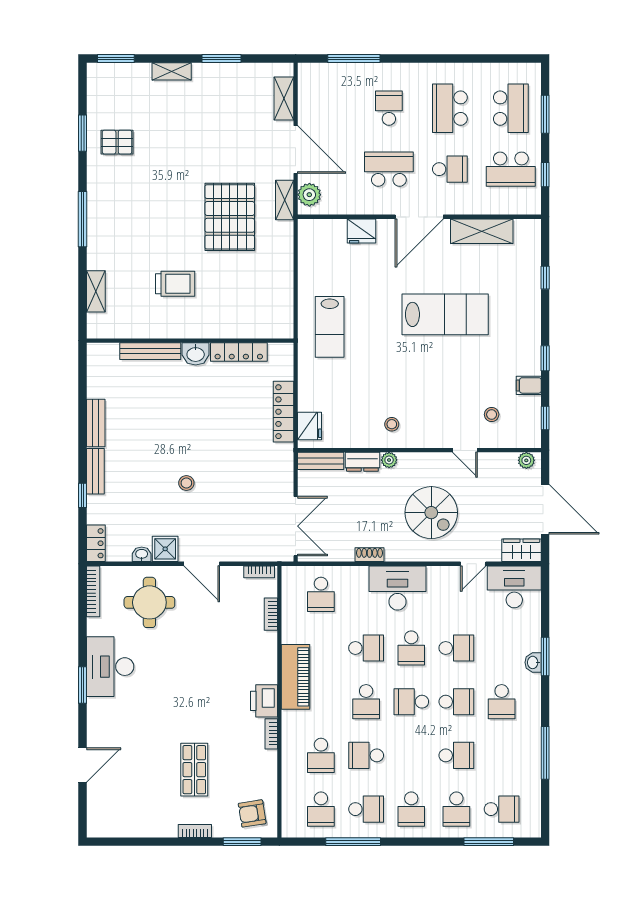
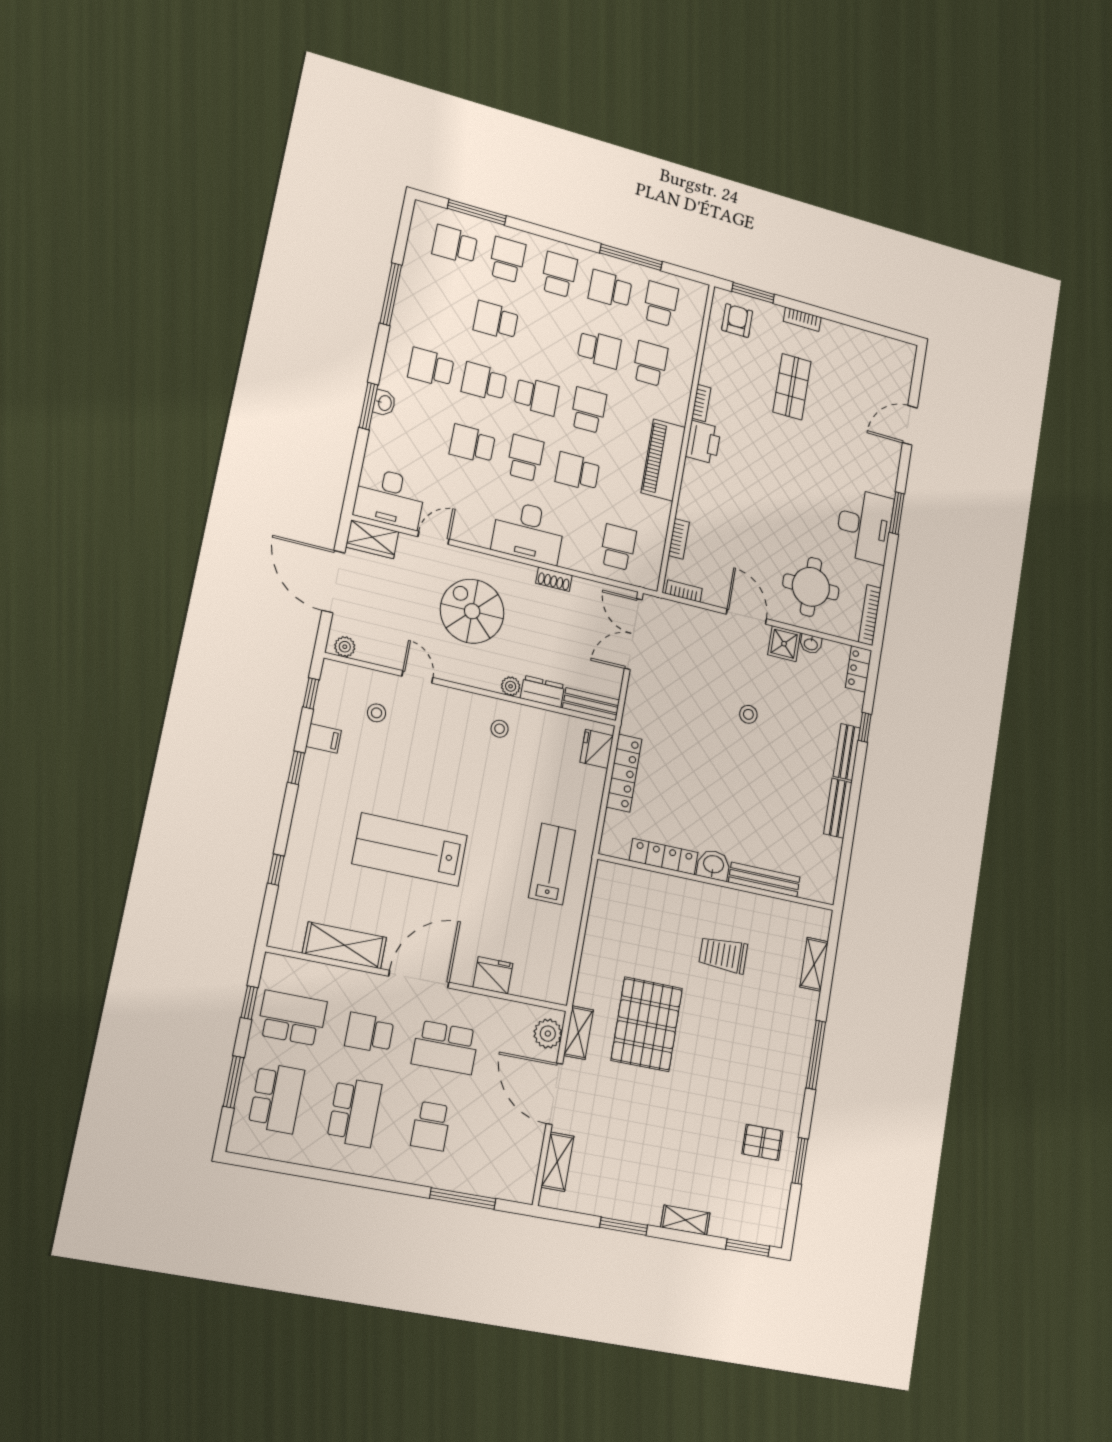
school desk: (511, 108) -> (276, 1098), turned 180
school desk: (502, 702) -> (431, 367), turned -90
armchair: (252, 813) -> (737, 321), turned -81

